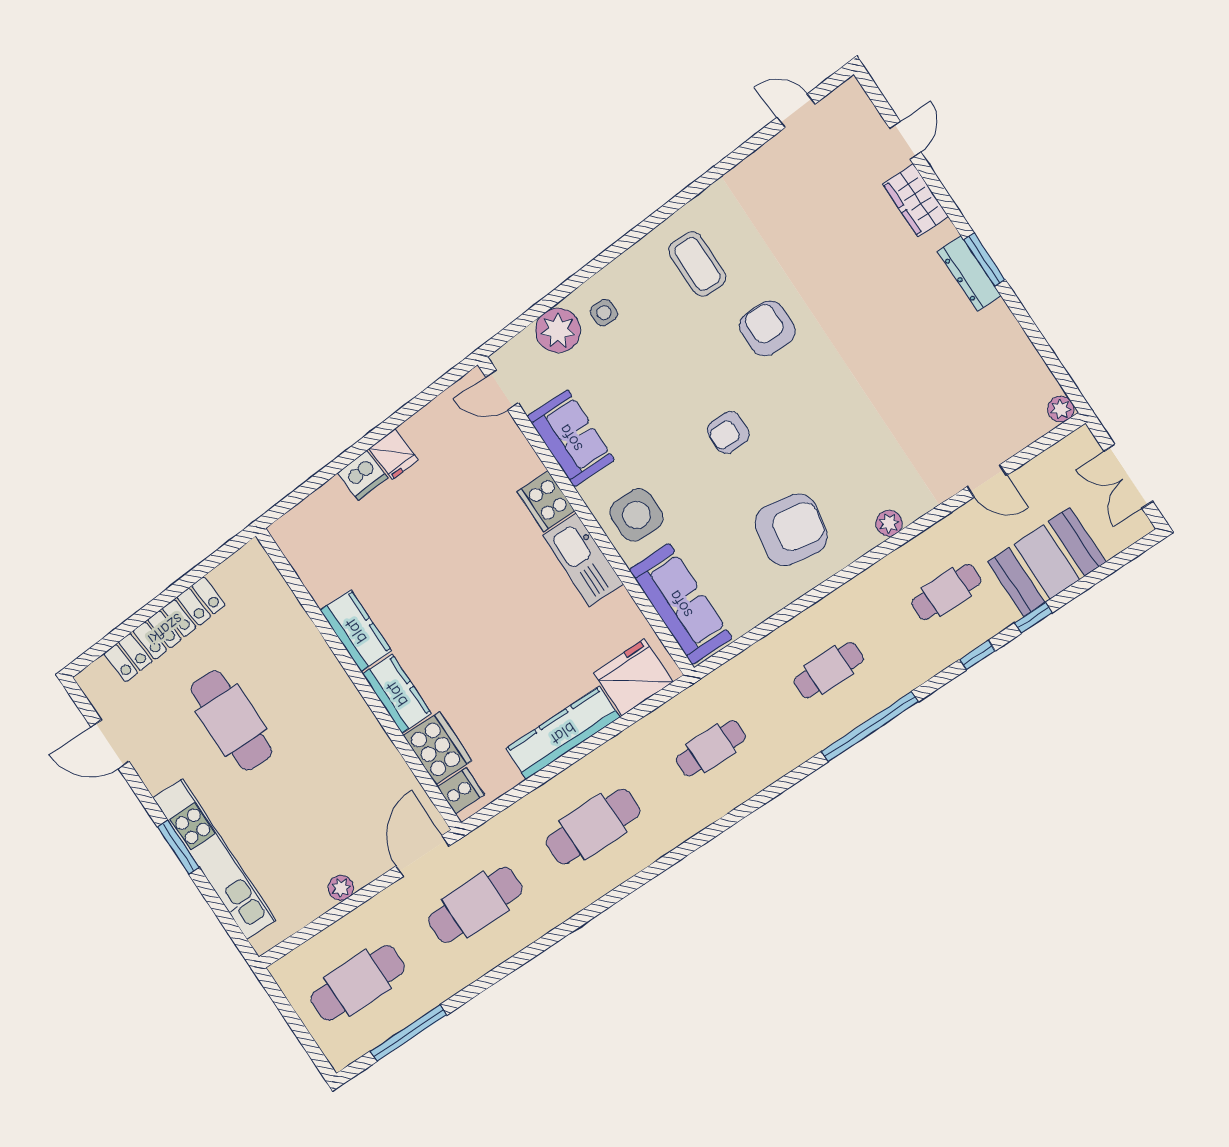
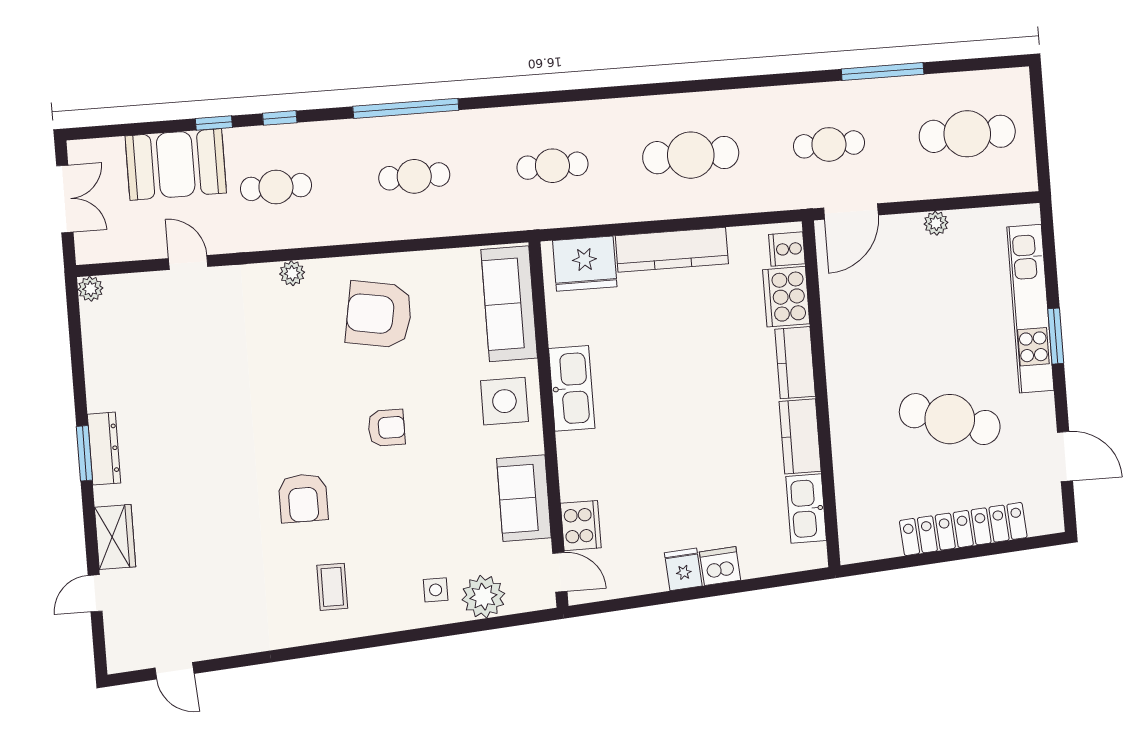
coffee table: (697, 264) -> (332, 587), width x0.73, depth x0.77
cooker: (546, 501) -> (581, 526), moved
kitchen sink: (315, 569) -> (806, 509), added
cafe table: (231, 720) -> (950, 419), turned -72
cafe table: (475, 905) -> (829, 144), width x0.73, depth x0.74
window: (408, 1033) -> (883, 72), moved

